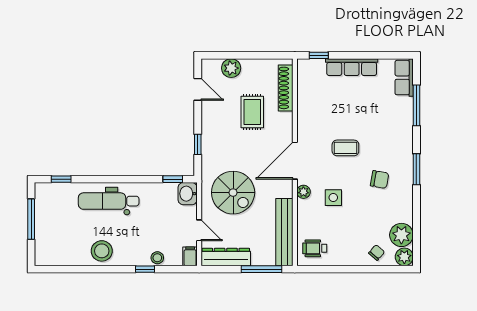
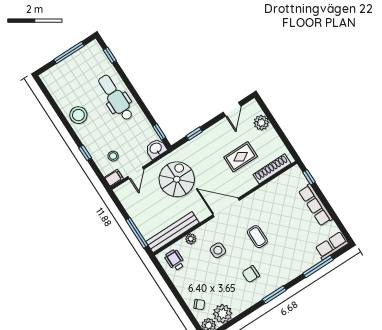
chair: (380, 179) -> (251, 274), turned 80
plant: (303, 192) -> (191, 239), moved
spiral stairs: (233, 193) -> (177, 179), turned 180
dresser: (226, 257) -> (129, 203), removed
stool: (157, 258) -> (113, 156), moved

